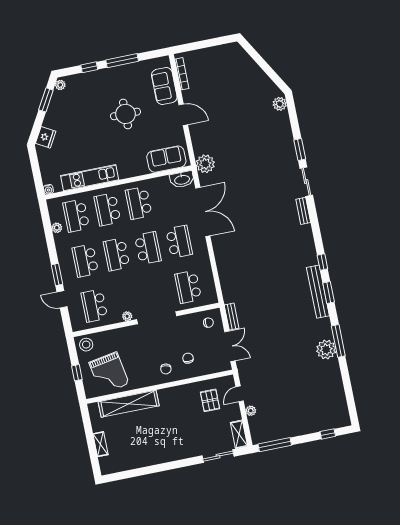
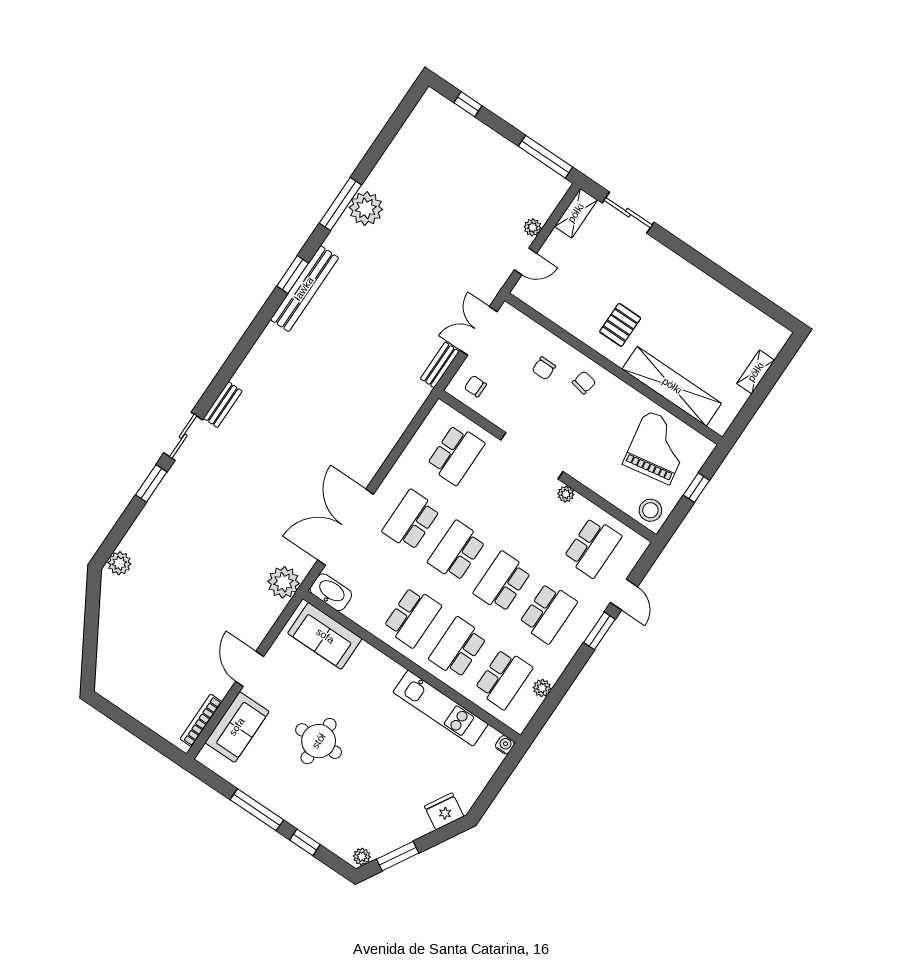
school desk: (107, 209) -> (458, 648), turned 180
school desk: (117, 254) -> (502, 582), turned 180
window: (322, 262) -> (262, 319), removed
pallet: (210, 400) -> (620, 325), moved

